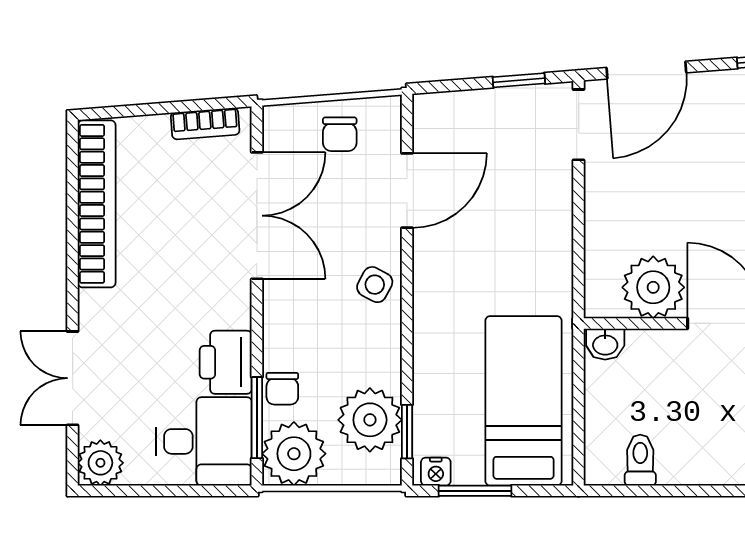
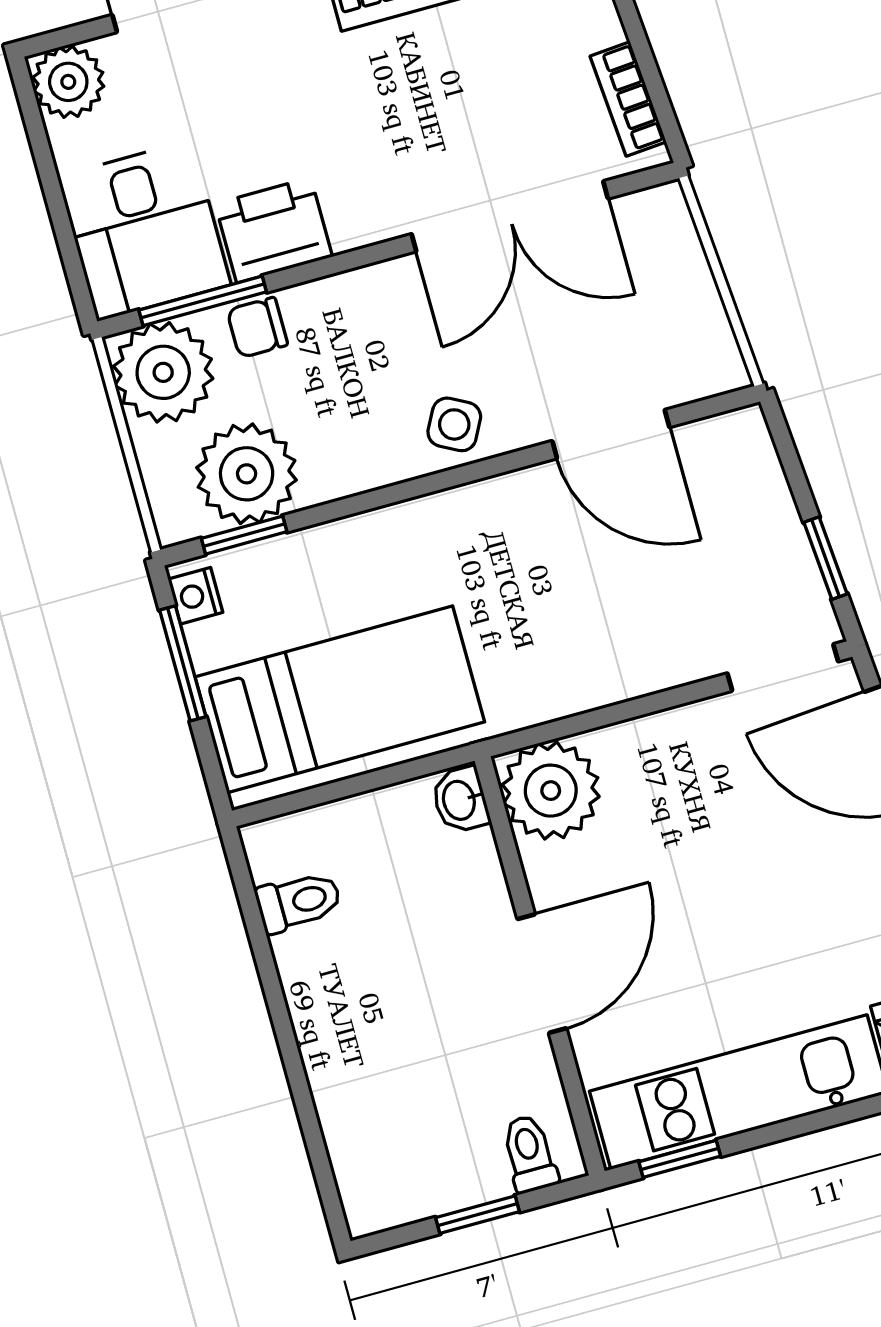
chair: (340, 134) -> (668, 308), removed
plant: (653, 287) -> (551, 791), moved

